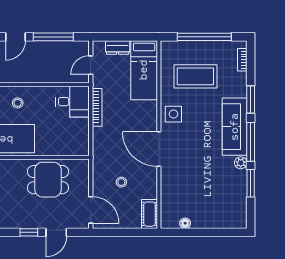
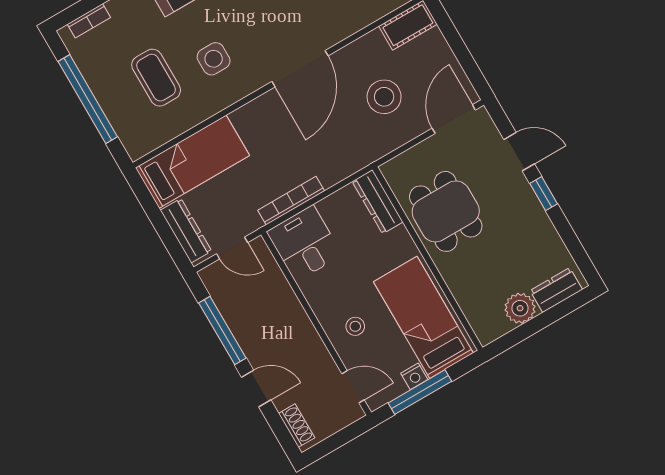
dresser: (118, 47) -> (186, 231), width x1.44
coffee table: (195, 76) -> (156, 78), width x0.73, depth x0.76
side table: (173, 114) -> (214, 59), moved
dresser: (72, 149) -> (378, 202), added
stool: (121, 182) -> (384, 97), width x1.89, depth x1.89

